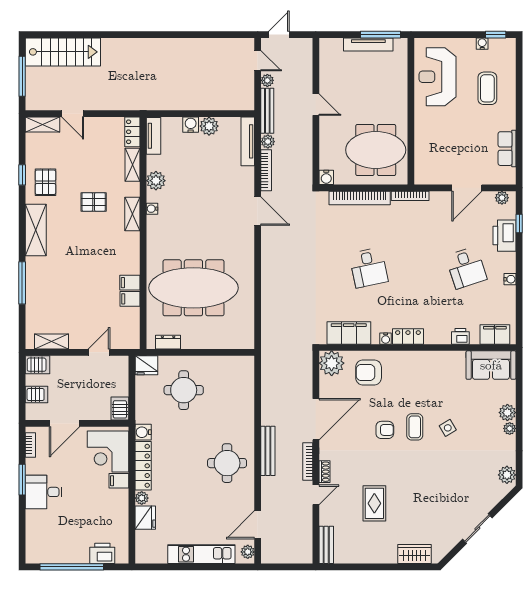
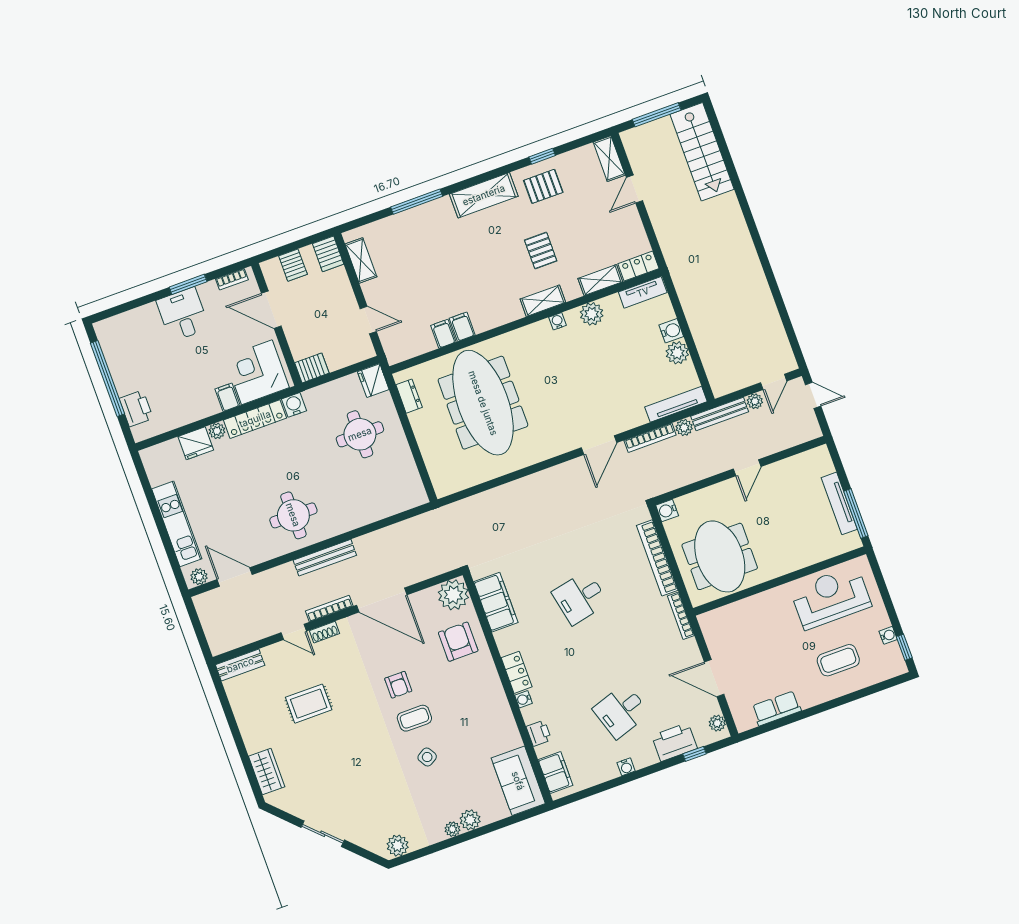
water cooler: (386, 339) -> (524, 699), moved

